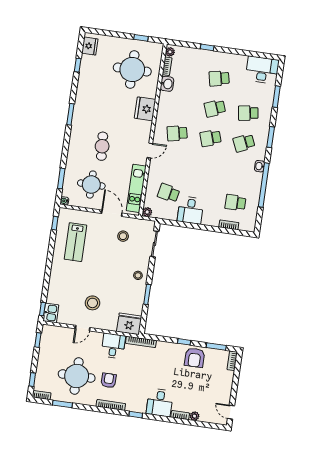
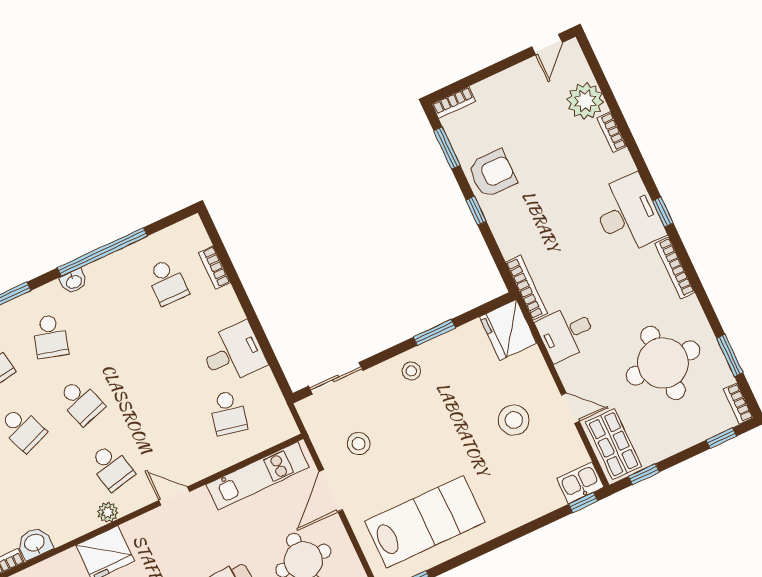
school desk: (244, 143) -> (50, 336), turned 39
plant: (147, 212) -> (108, 512), moved
lab bench: (75, 242) -> (425, 522), width x1.36, depth x1.39
shop shelf: (57, 336) -> (614, 444), added
armchair: (109, 380) -> (633, 300), removed
desk: (160, 403) -> (628, 215), moved, width x1.37
plant: (195, 416) -> (585, 101), width x1.88, depth x1.88

